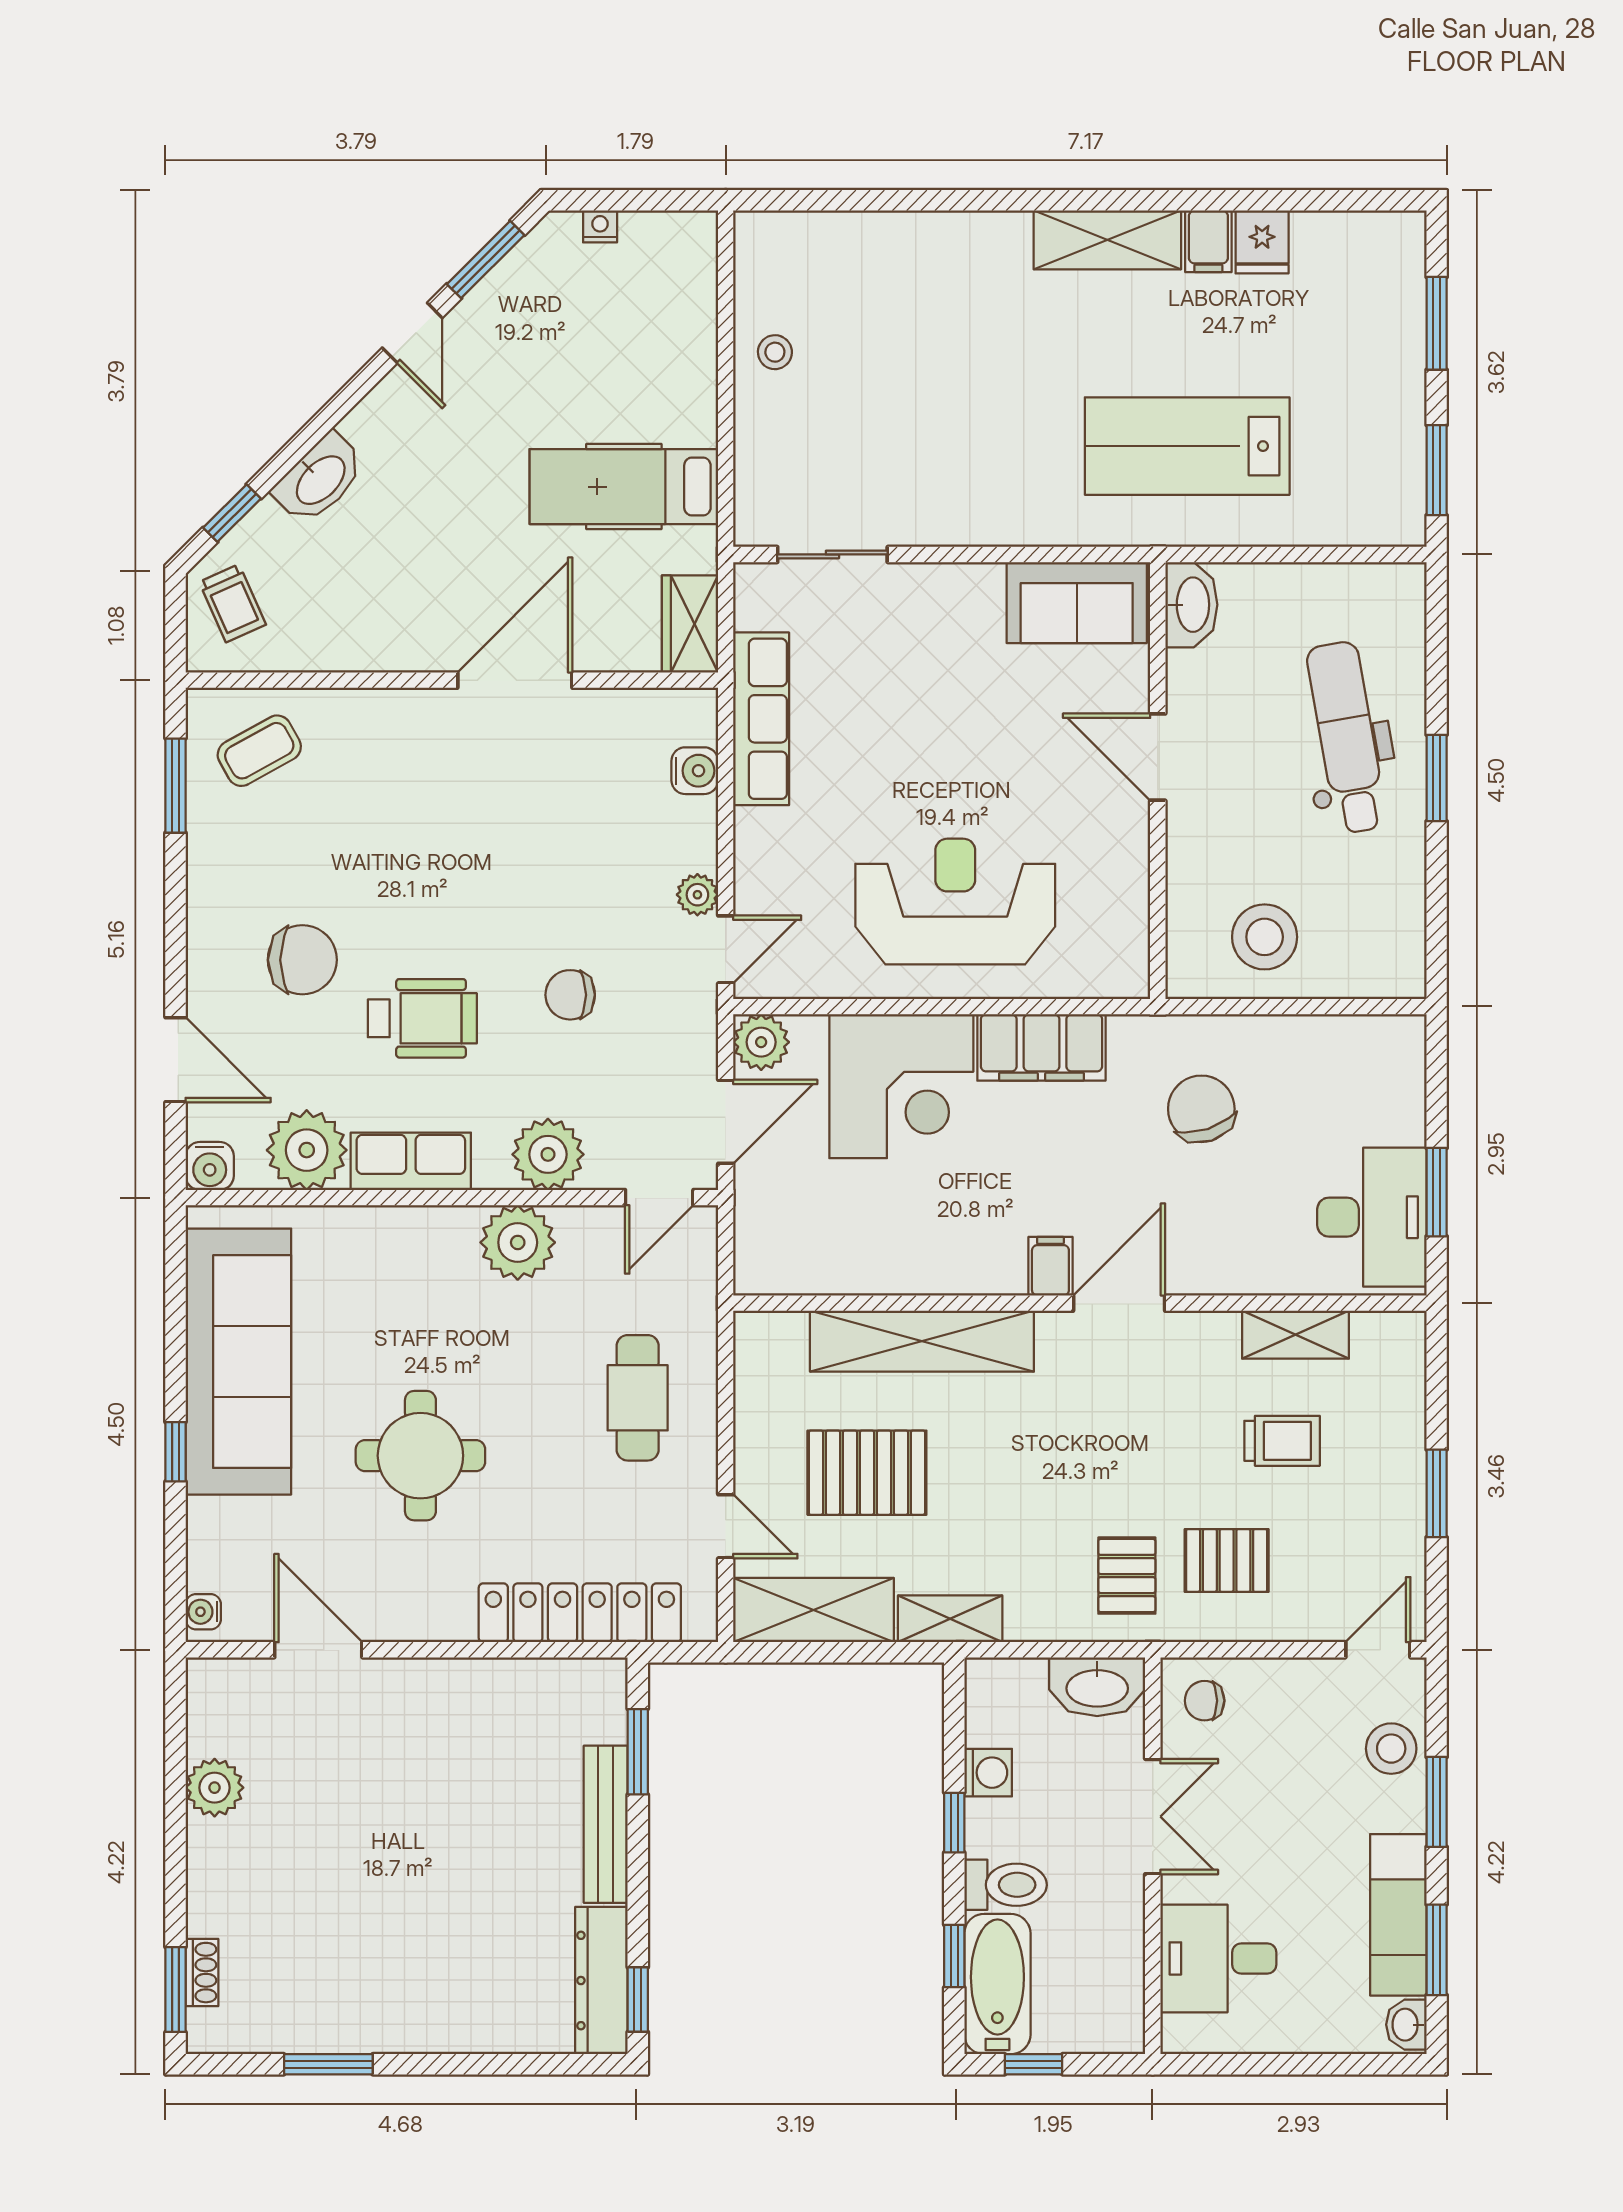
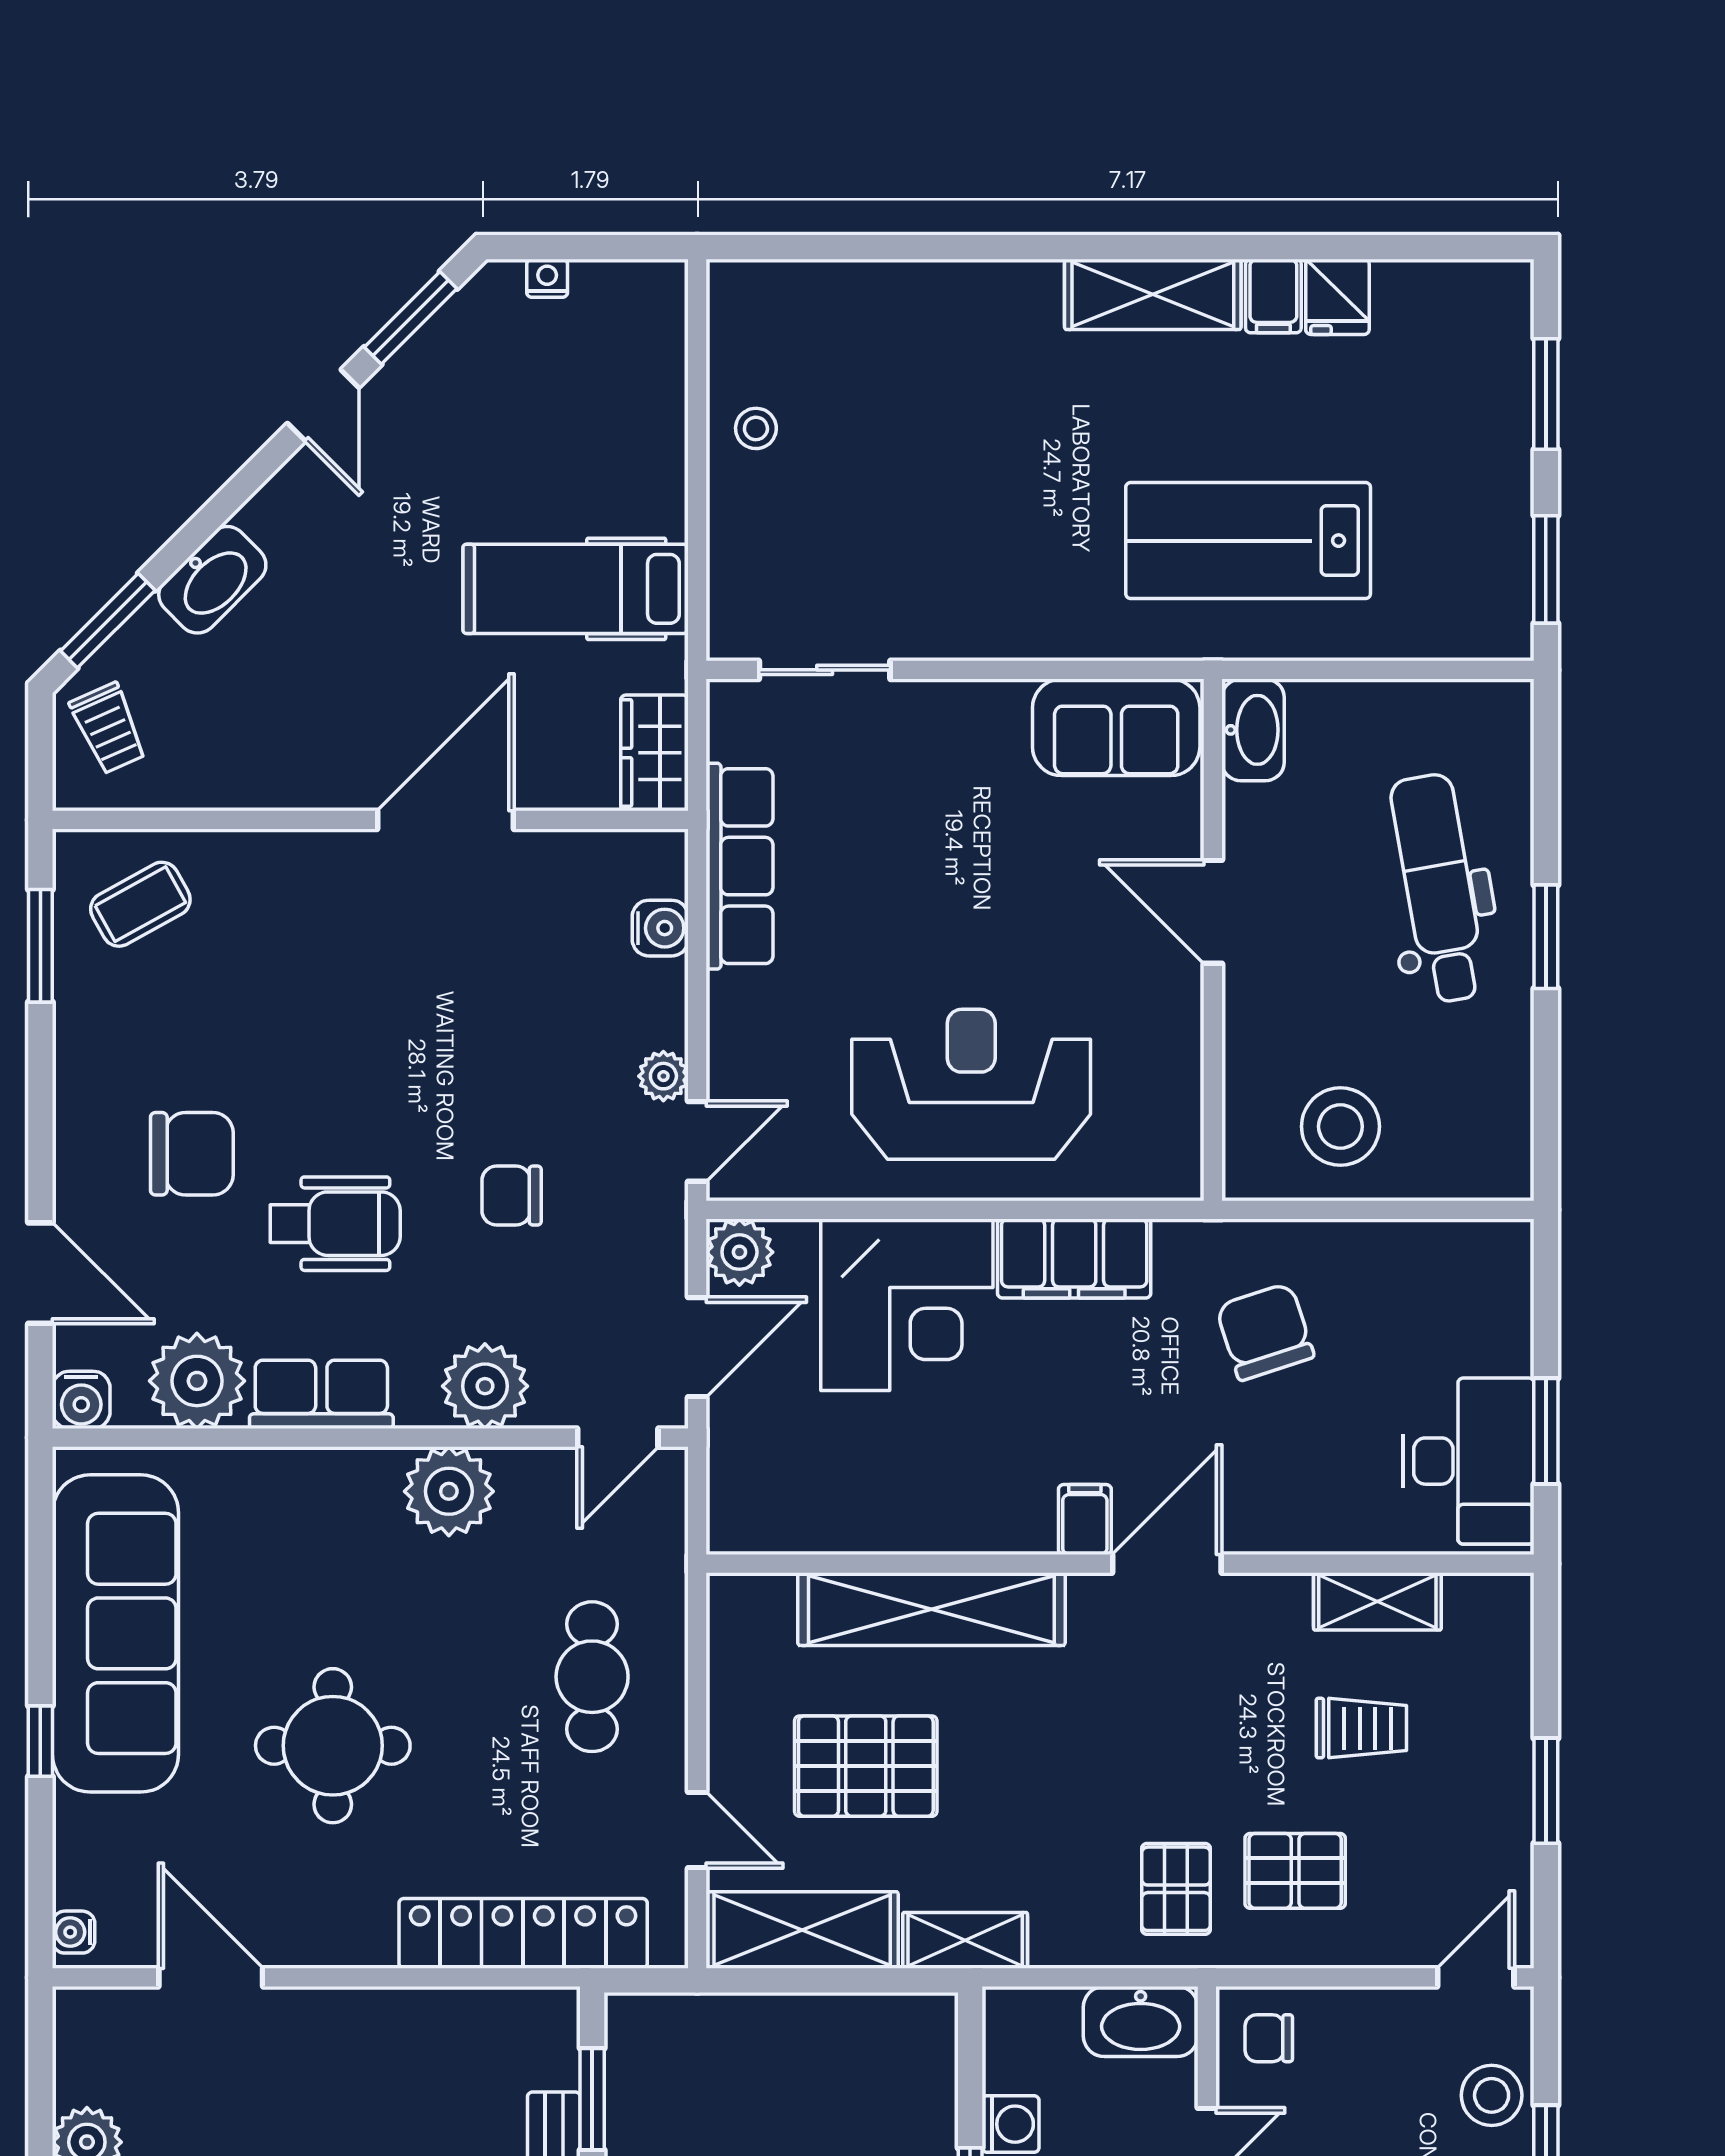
window: (232, 513) -> (108, 621), width x1.50

